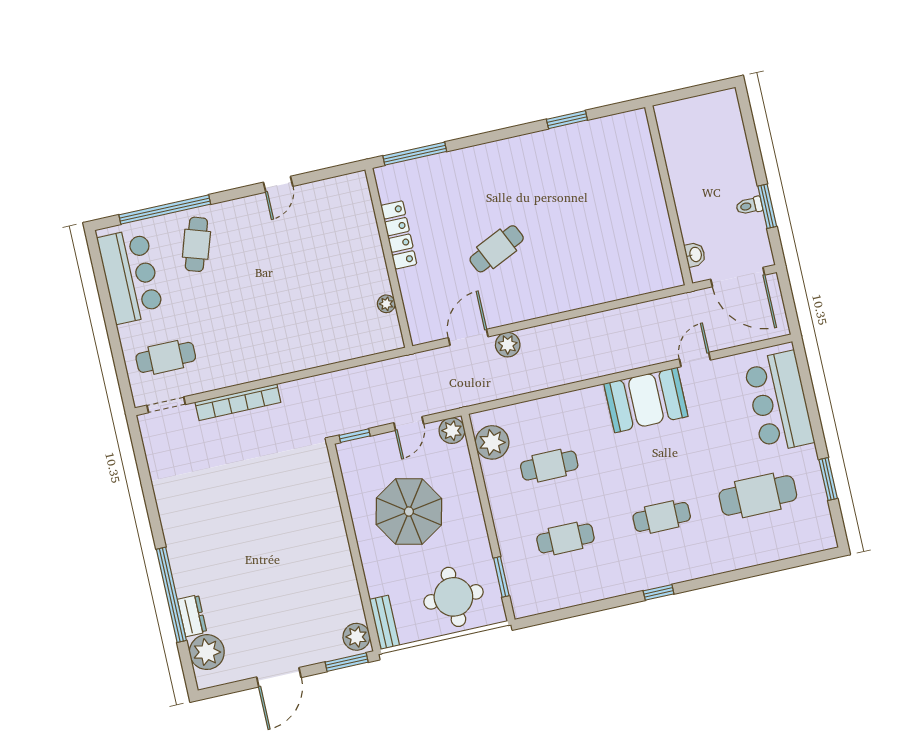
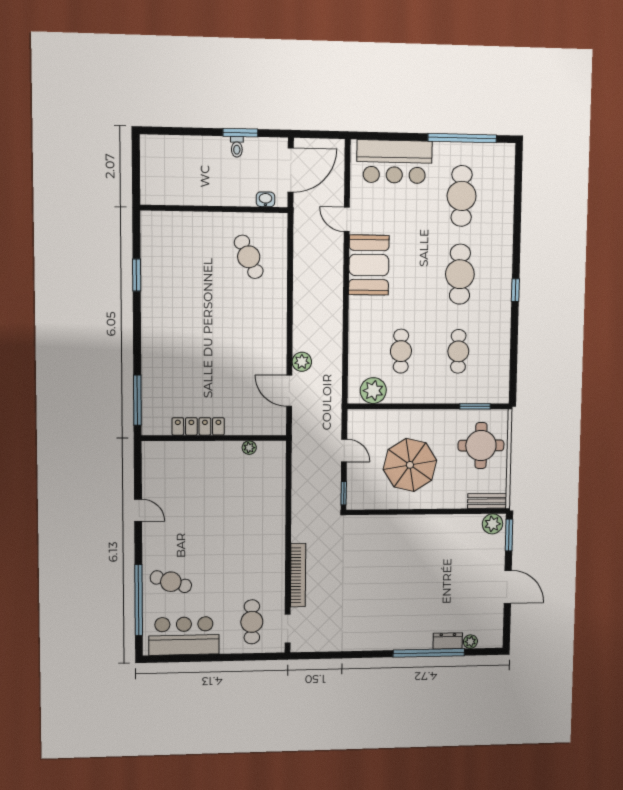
cafe table: (497, 249) -> (249, 257), moved
plant: (452, 431) -> (357, 419), removed
window: (828, 479) -> (462, 138), width x2.11
cafe table: (662, 517) -> (460, 274), width x1.37, depth x1.35
plant: (207, 652) -> (470, 642), width x0.53, depth x0.53

